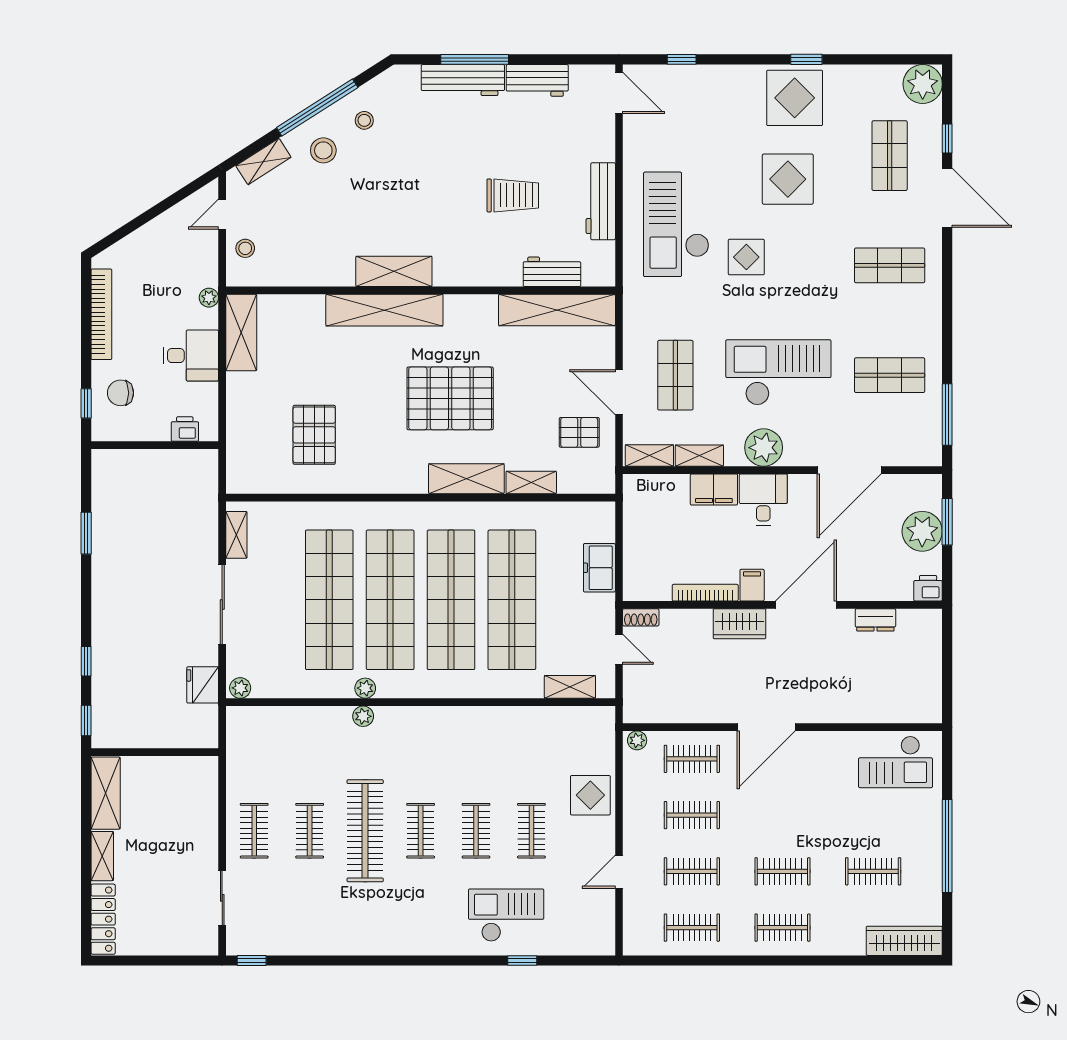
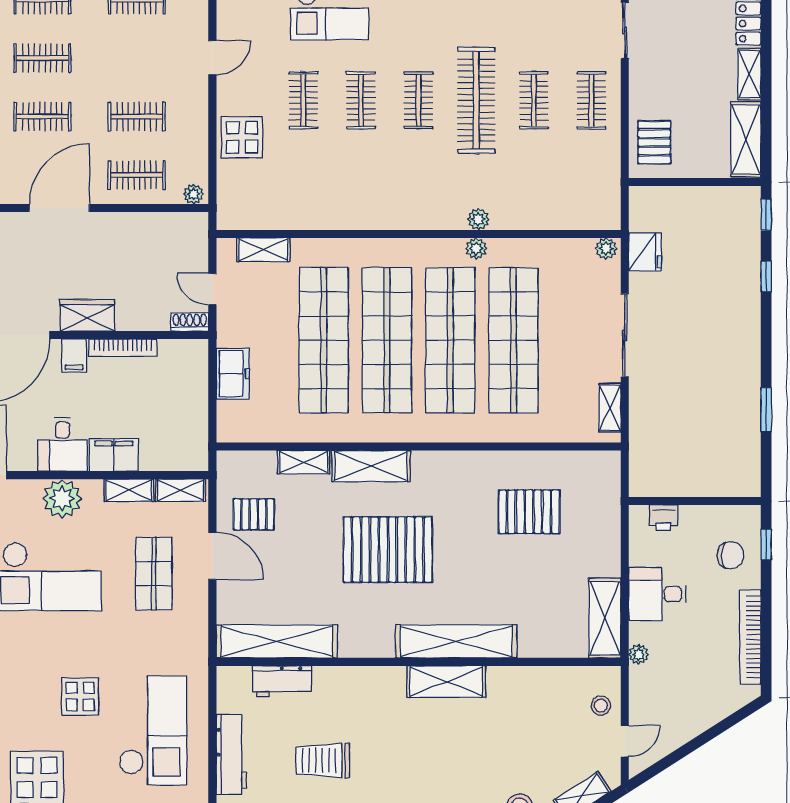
pallet: (314, 435) -> (529, 512), turned 90
pallet: (194, 790) -> (654, 142), added
clothes rail: (692, 871) -> (42, 117), moved

